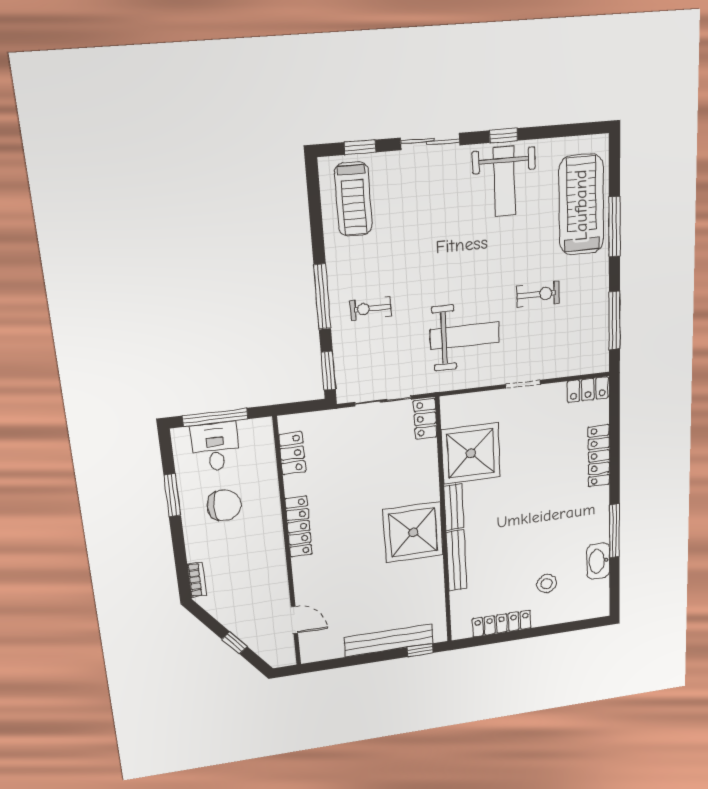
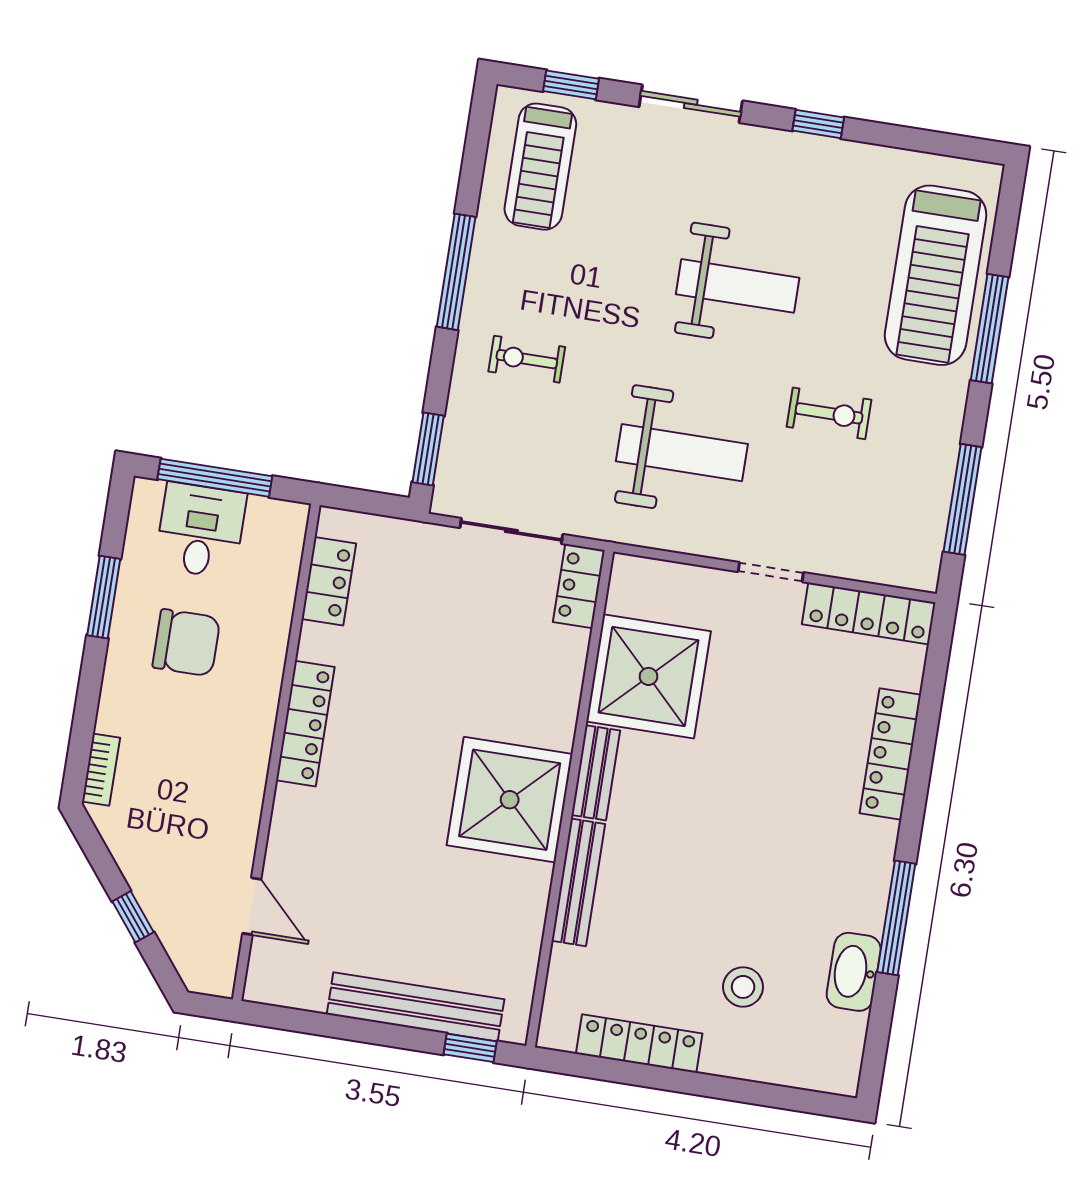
weight bench: (504, 181) -> (738, 286), moved, turned -90
treadmill: (581, 205) -> (936, 275), turned 180
window: (322, 297) -> (456, 272), moved
locker: (588, 390) -> (869, 613), width x1.53

